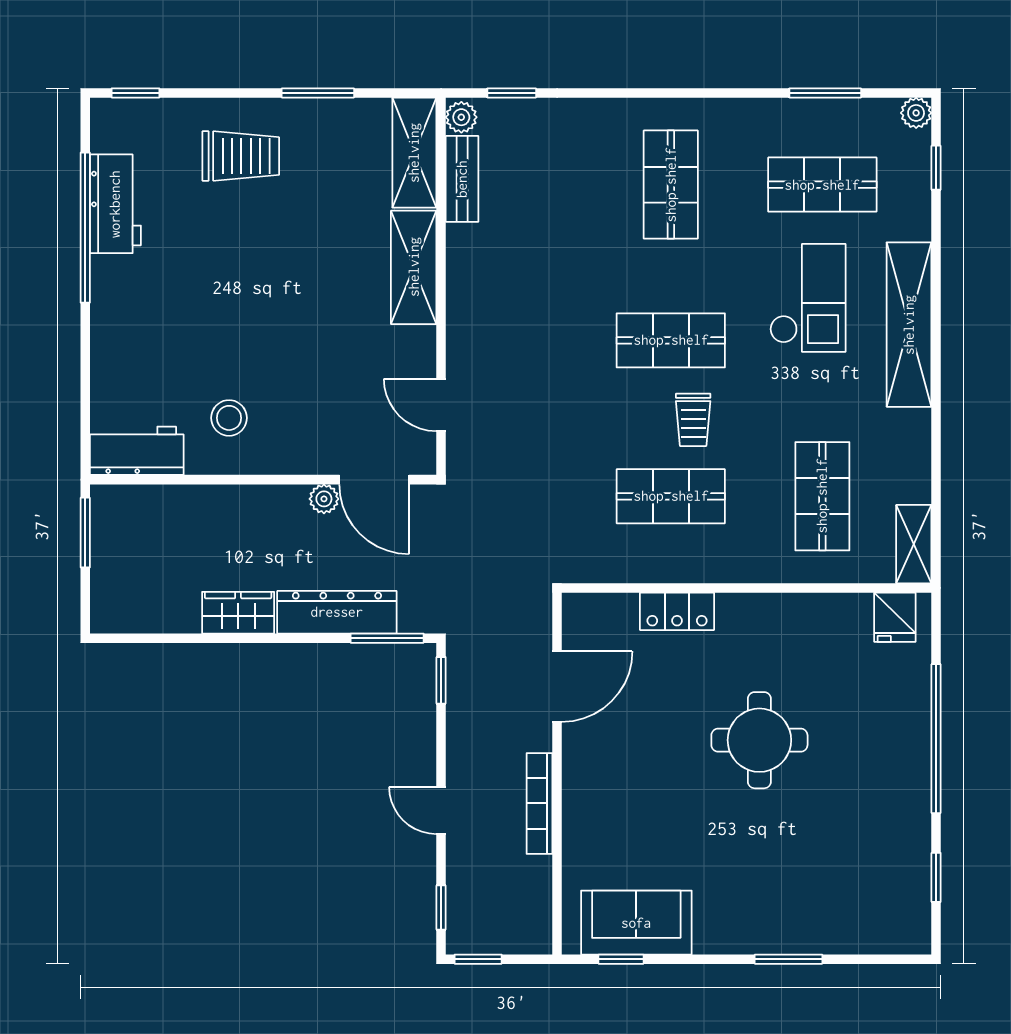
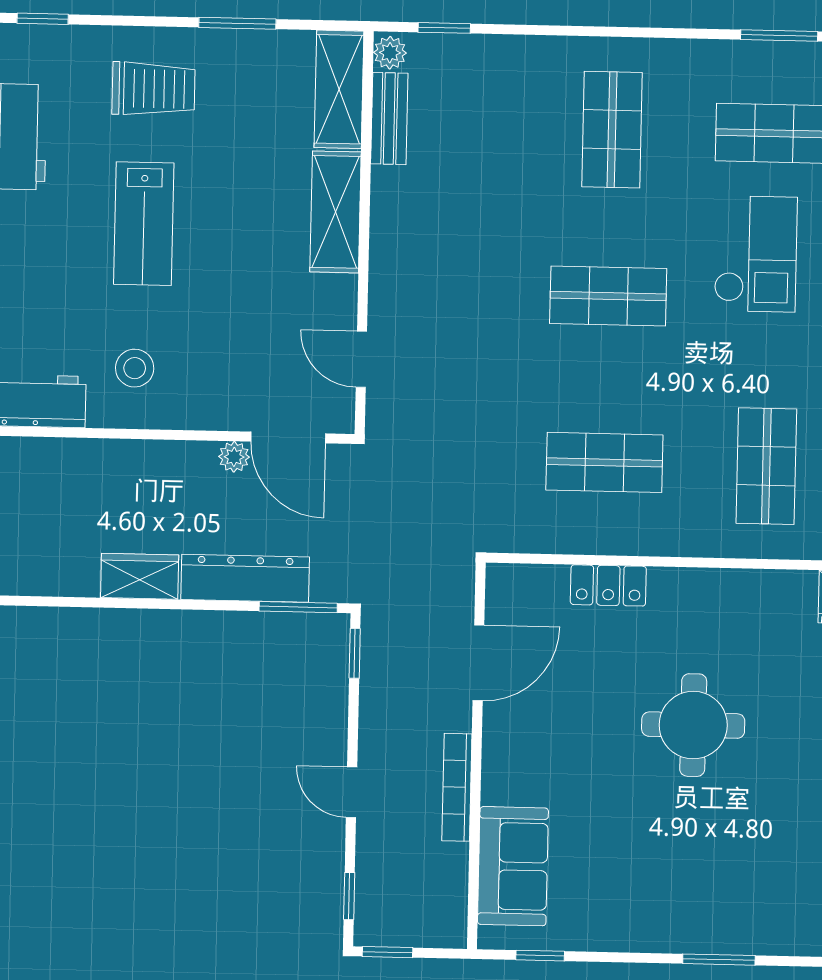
lab bench: (235, 283) -> (144, 224), added
trolley: (693, 420) -> (630, 381), removed
sofa: (636, 923) -> (513, 866), moved, turned 90

